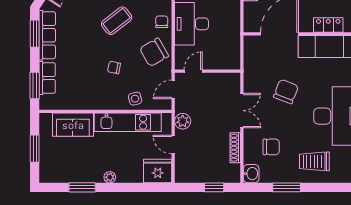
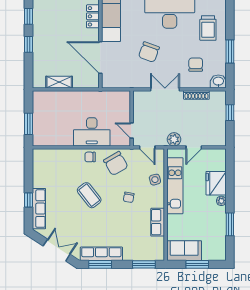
row of seats: (47, 78) -> (158, 222), moved, turned -90
chair: (286, 91) -> (149, 52), turned -91
sofa: (73, 125) -> (184, 251), moved, turned -90
fridge: (158, 171) -> (216, 183), moved

